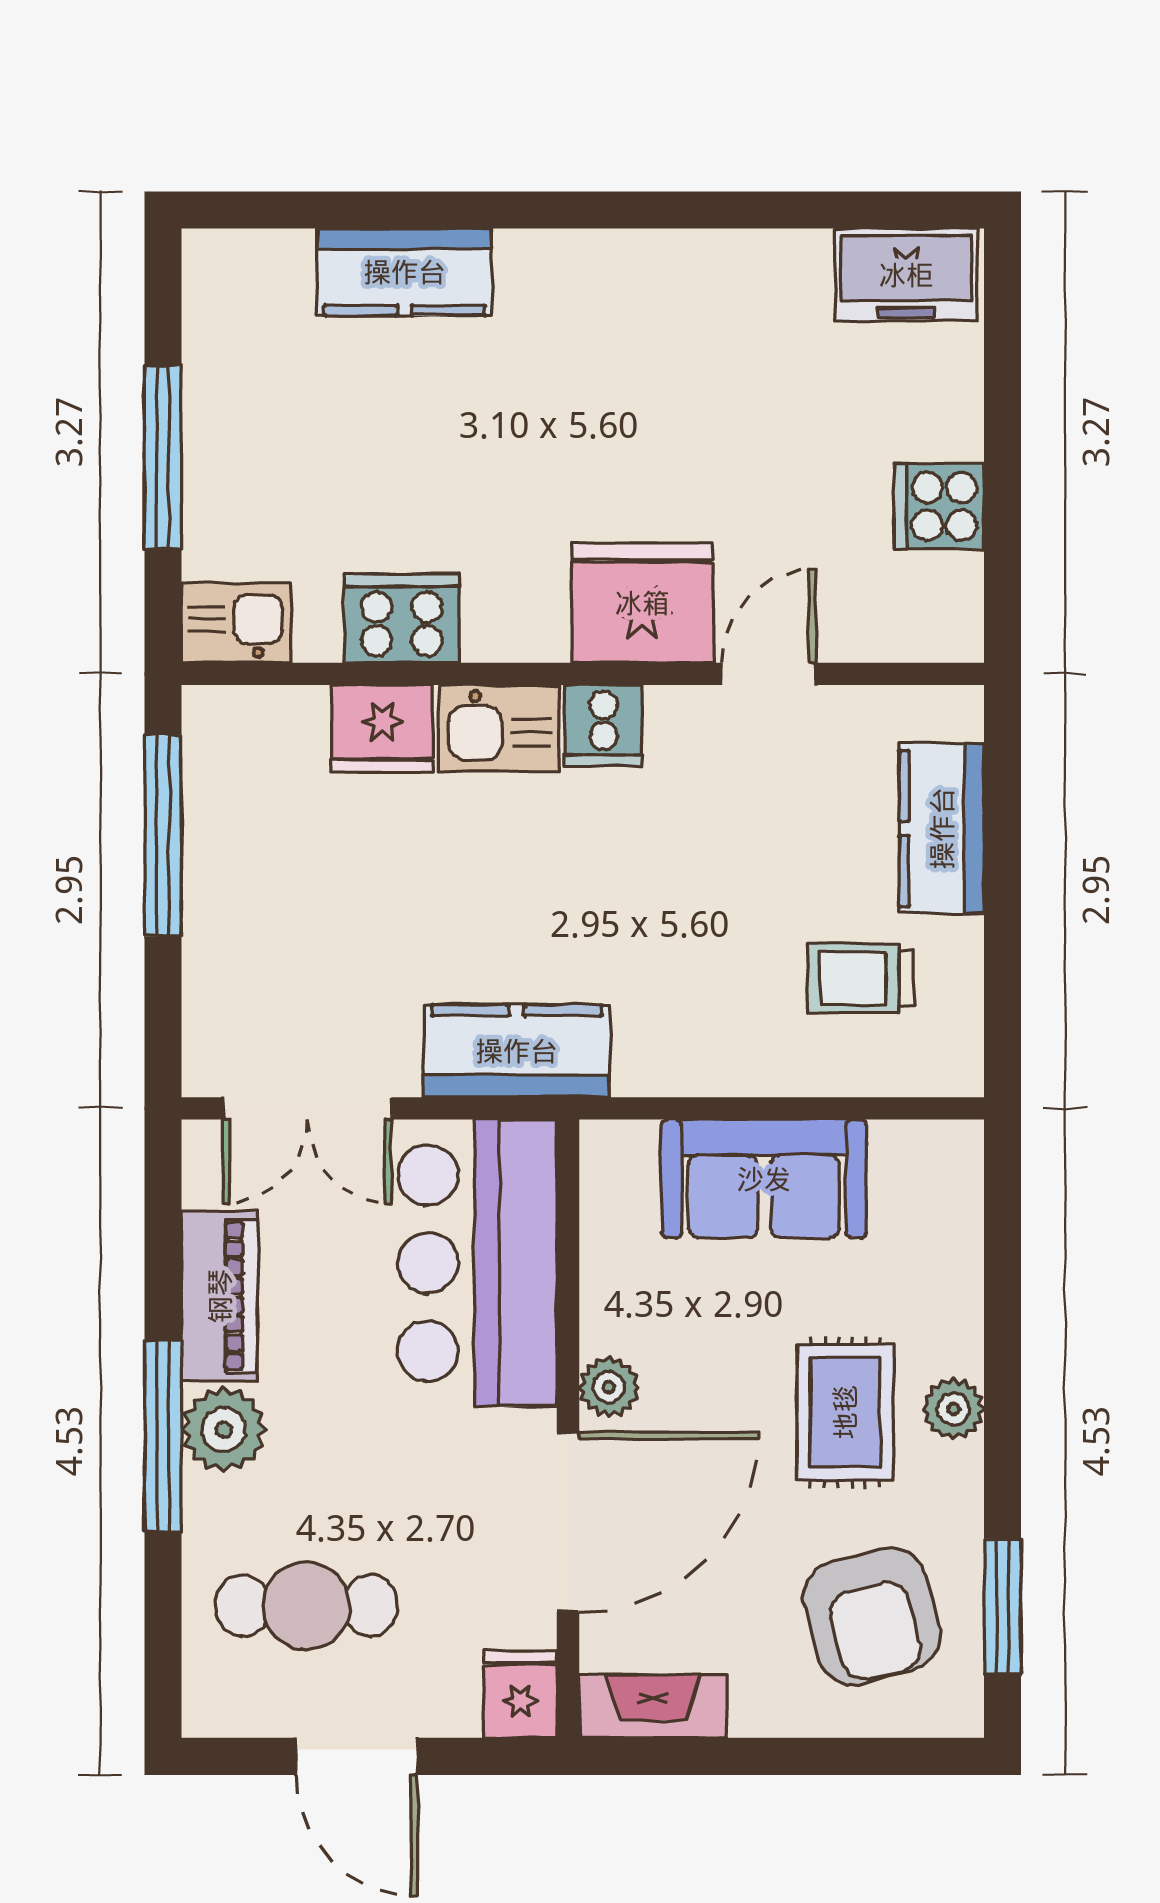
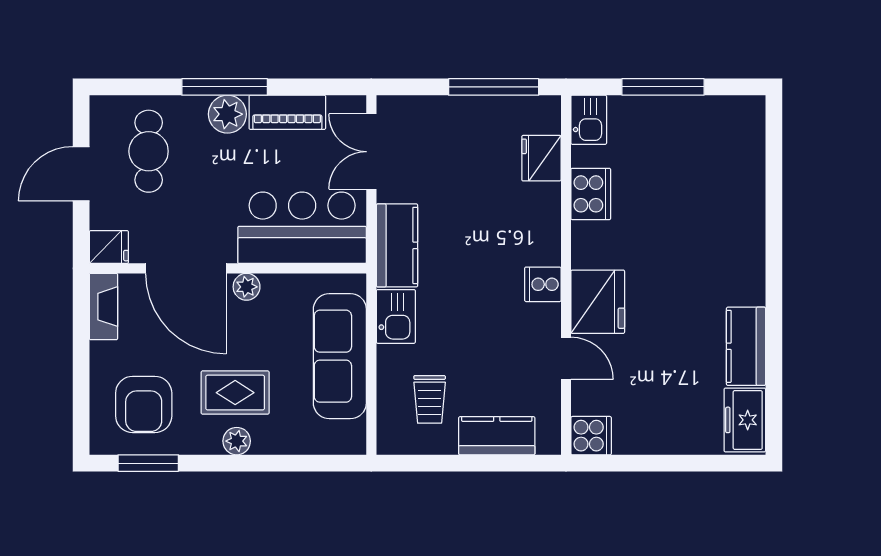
kitchen counter: (405, 272) -> (746, 346), moved
cooker: (939, 506) -> (591, 436), moved, turned 90
kitchen sink: (499, 728) -> (396, 316), moved, turned 180
fridge: (382, 729) -> (541, 158), moved
trolley: (860, 978) -> (430, 399), turned 180
sofa: (764, 1179) -> (340, 356), width x1.36
armchair: (872, 1616) -> (144, 404), turned -75

